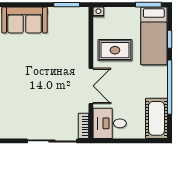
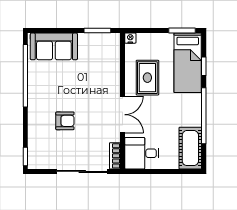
rug: (115, 50) -> (147, 78), turned 90
armchair: (35, 92) -> (65, 121), added

